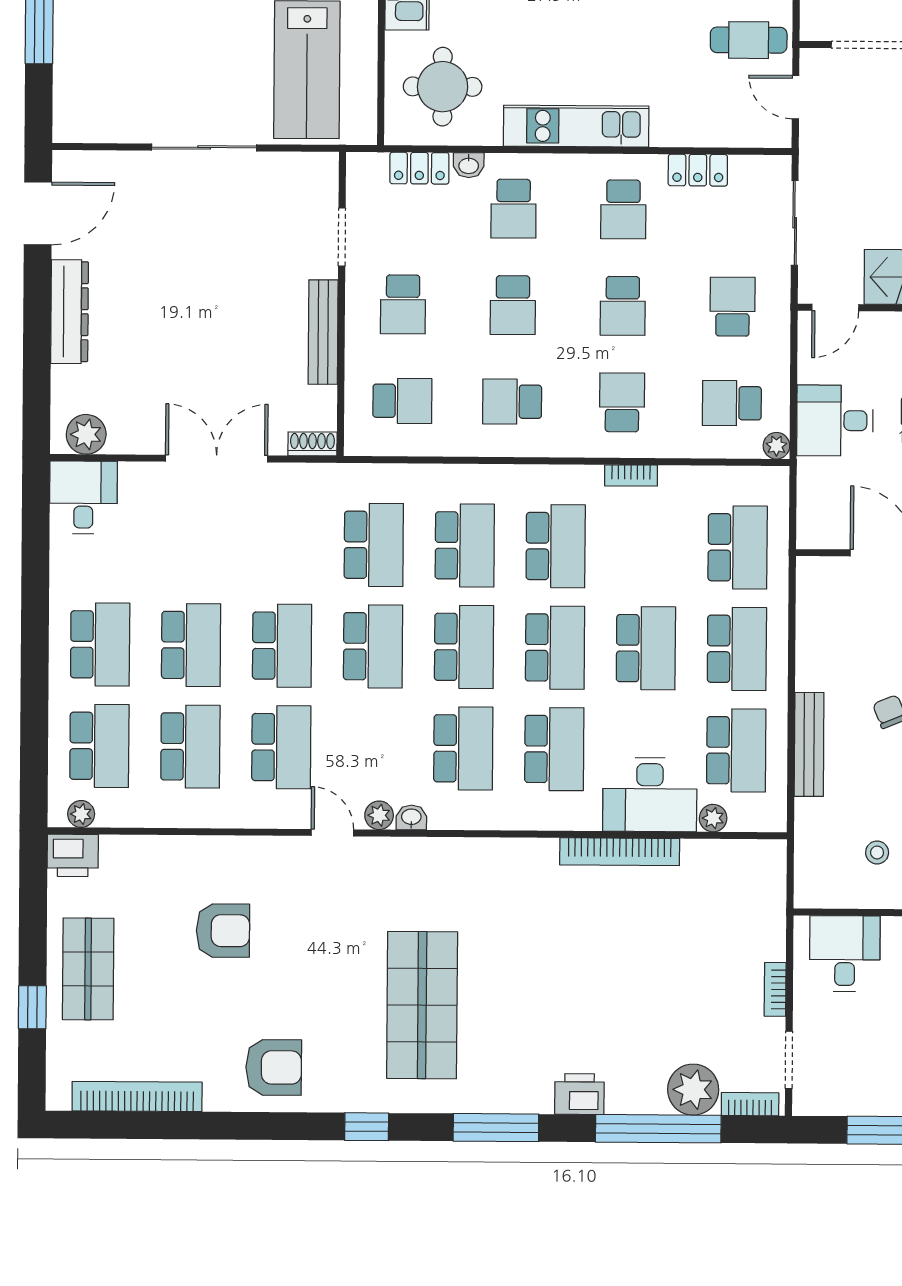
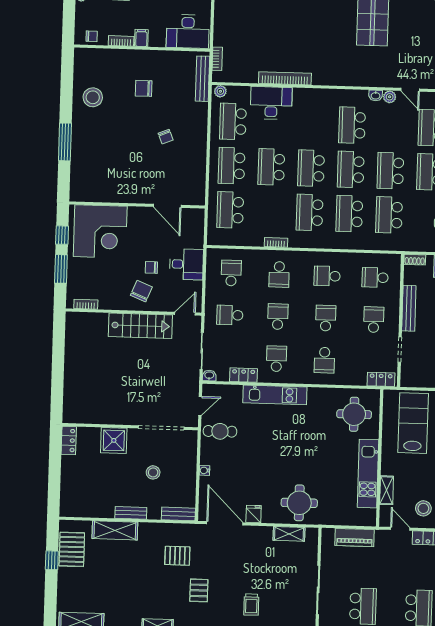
door: (796, 97) -> (200, 406), hinge flipped
kitchen unit: (576, 126) -> (275, 395), moved
washbasin: (469, 165) -> (209, 375), moved
locker: (419, 168) -> (381, 379), moved
school desk: (513, 209) -> (324, 360), turned 180
school desk: (733, 307) -> (230, 315), turned 90
school desk: (512, 402) -> (327, 276), turned 180
school desk: (732, 403) -> (231, 273), turned -90
plant: (776, 446) -> (212, 254), removed
bench: (809, 744) -> (203, 79), moved
school desk: (554, 749) -> (312, 124), removed
plant: (713, 818) -> (220, 91), moved
stool: (877, 852) -> (173, 75), removed
desk: (845, 954) -> (188, 31), width x1.37
bookcase: (775, 989) -> (217, 59), moved

